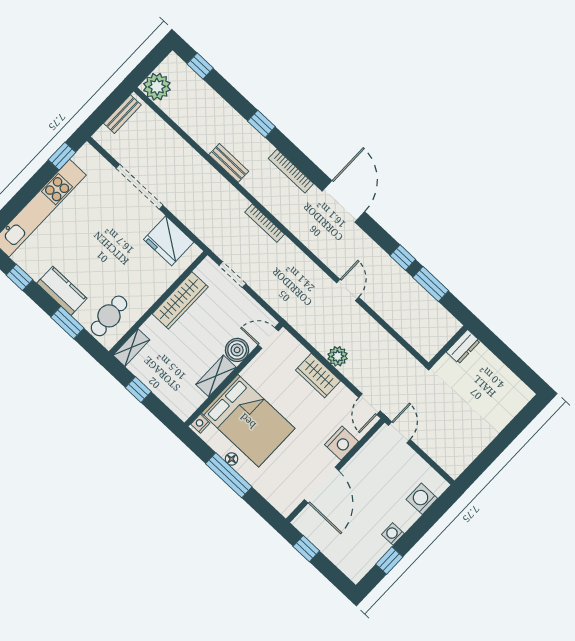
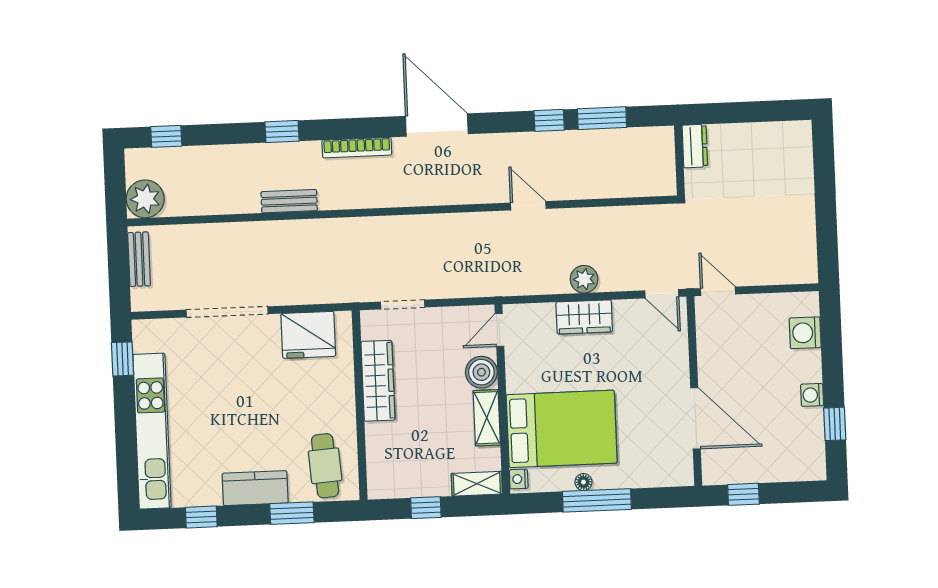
bookcase: (265, 223) -> (383, 223), removed
shelving: (131, 348) -> (477, 484), moved, turned 90
nightstand: (342, 443) -> (673, 358), removed

